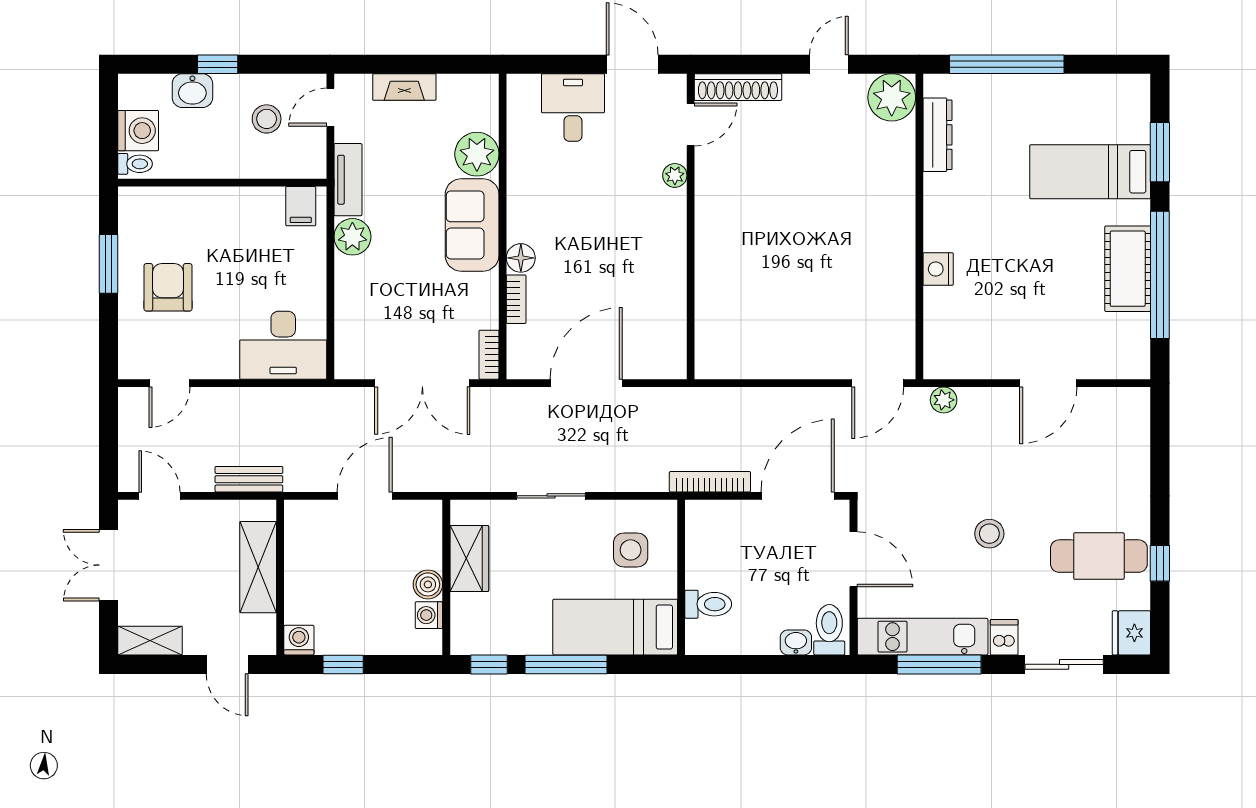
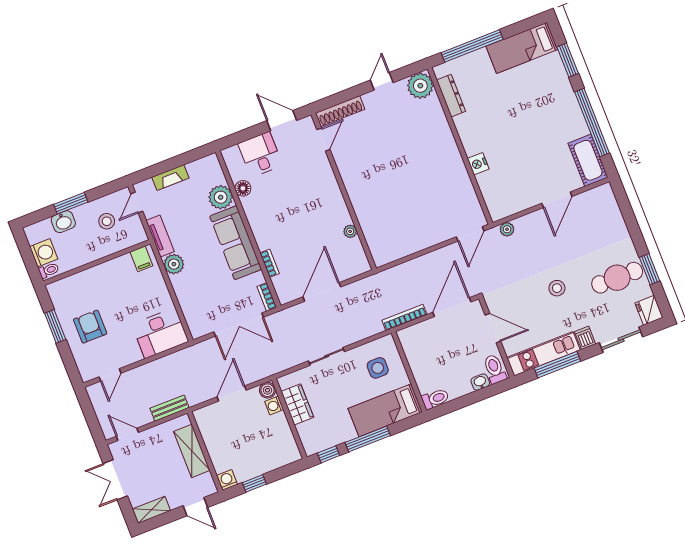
window: (218, 64) -> (71, 203), width x1.50
bed: (1090, 172) -> (522, 48), moved
plant: (675, 175) -> (350, 231), moved
sofa: (472, 225) -> (236, 243), width x1.36
floor lamp: (521, 258) -> (243, 188), moved
cot: (1128, 269) -> (588, 160), moved
window: (1160, 563) -> (650, 269), width x1.50
boiler: (428, 584) -> (267, 390), moved
toilet: (708, 604) -> (435, 399), moved
washing machine: (429, 615) -> (274, 406), moved

